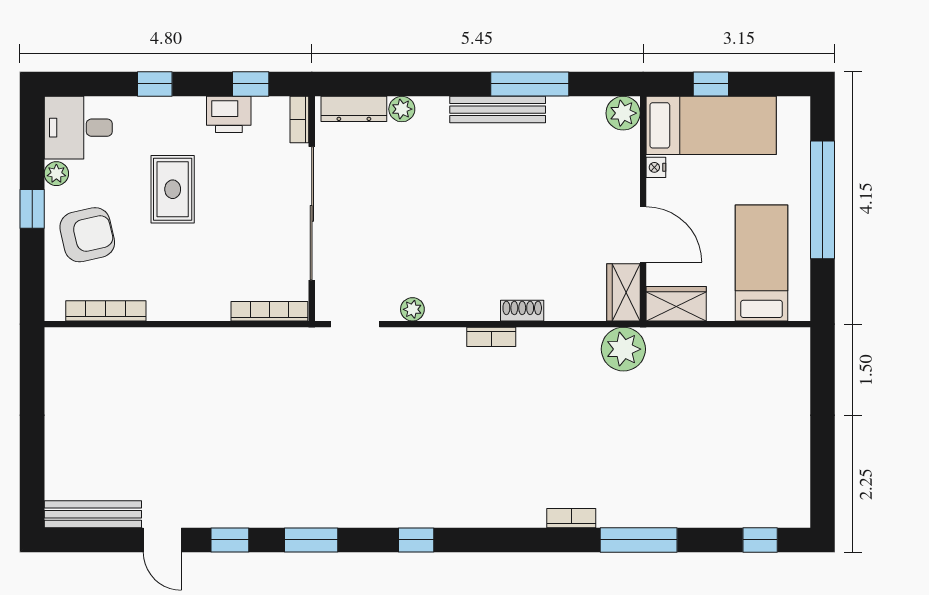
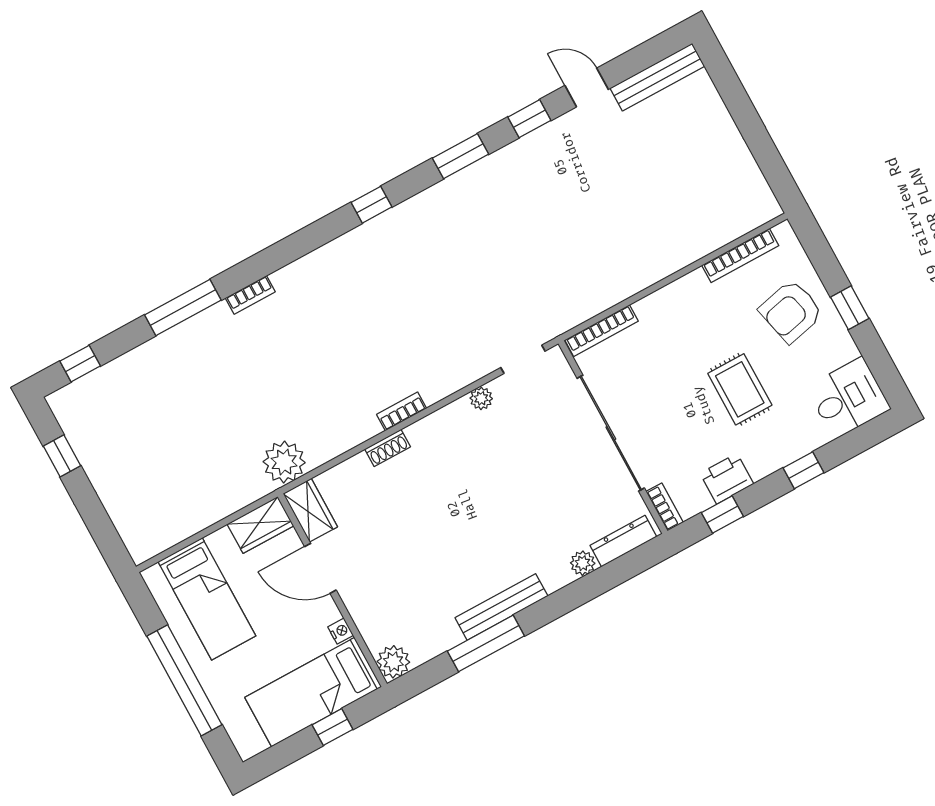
plant: (56, 174) -> (846, 349), removed
window: (822, 465) -> (62, 456), added

